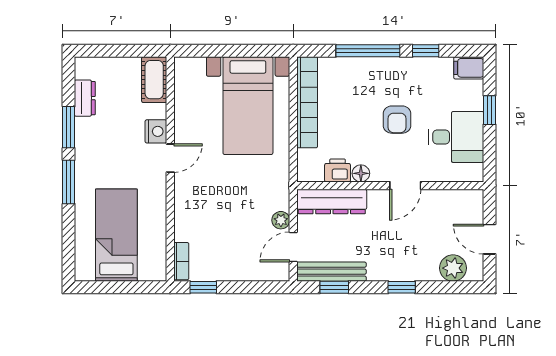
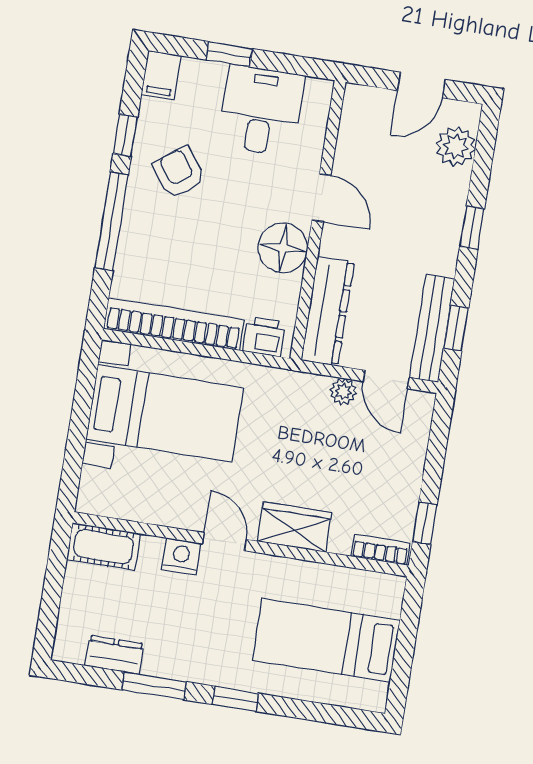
armchair: (397, 120) -> (179, 172), moved, turned -126
printer: (338, 170) -> (264, 337), moved, turned 90
floor lamp: (361, 173) -> (283, 248), width x1.89, depth x1.89
window: (69, 182) -> (236, 699), width x0.67
wardrobe: (187, 202) -> (294, 527), added

